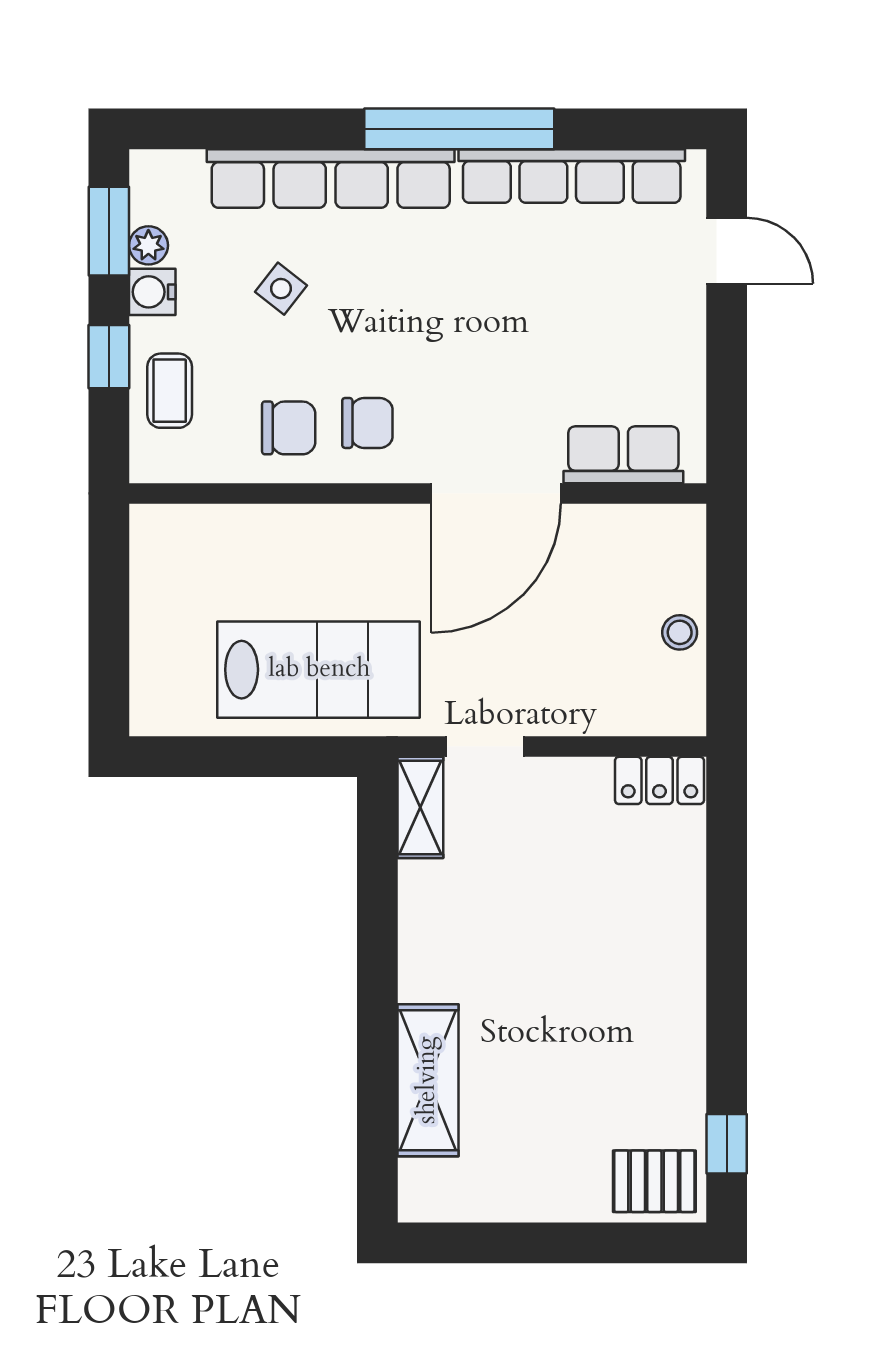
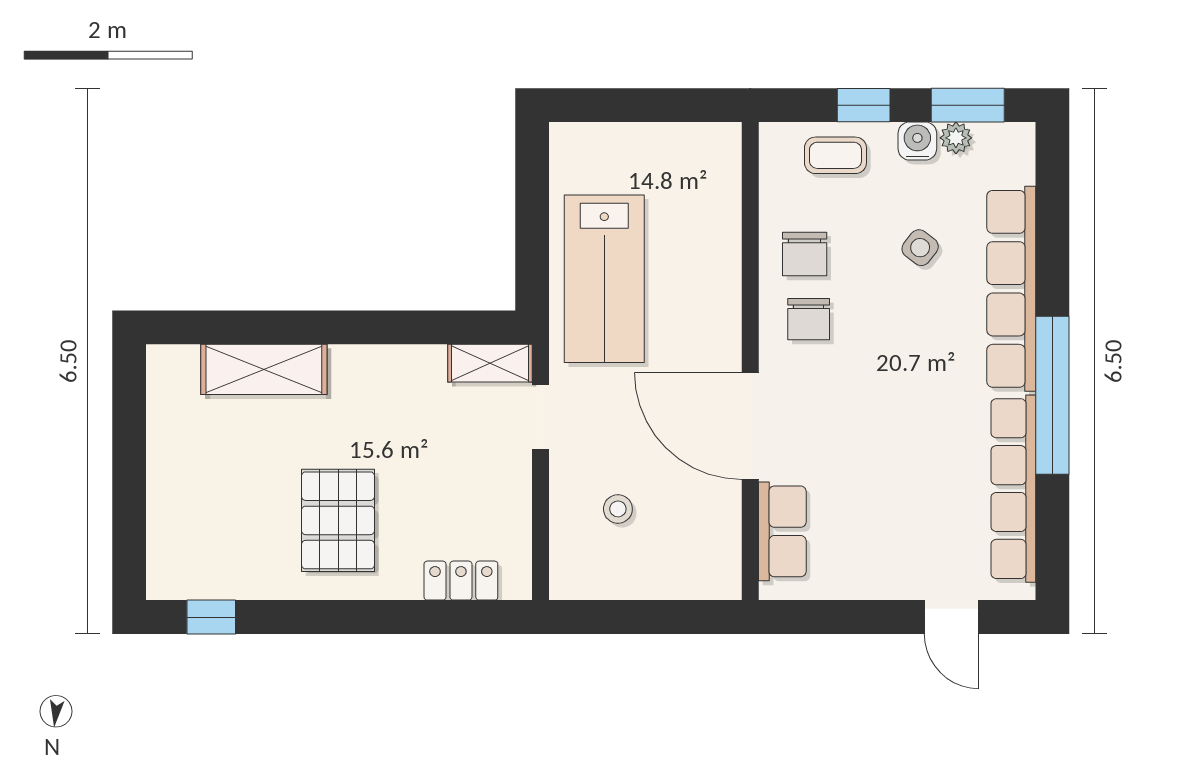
door: (727, 251) -> (951, 617), hinge flipped
stool: (680, 632) -> (618, 509), moved
locker: (659, 780) -> (461, 581), moved, turned 90
pallet: (654, 1181) -> (338, 520), moved, width x1.50, depth x1.42

